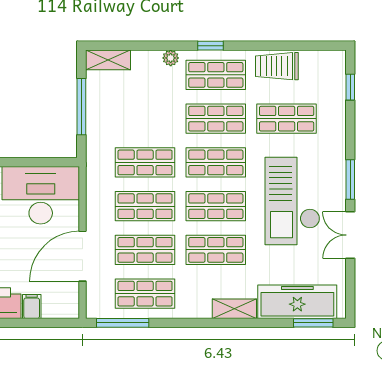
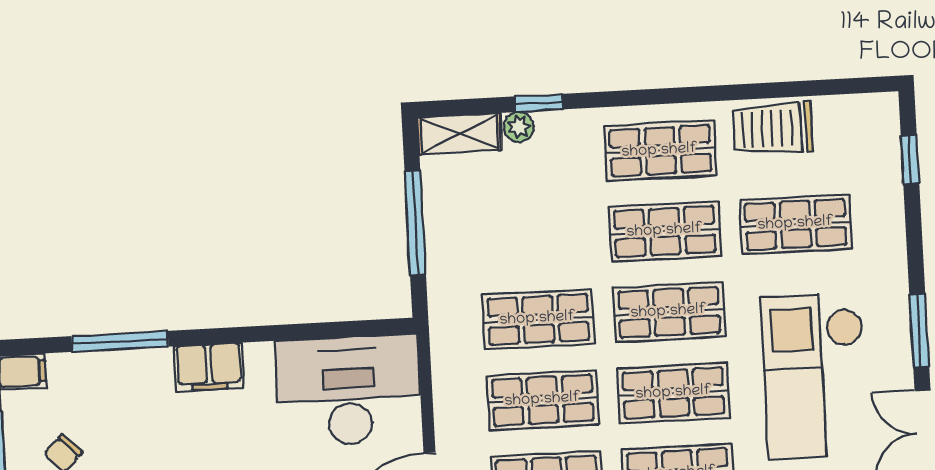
window: (211, 46) -> (539, 103), moved
plant: (171, 58) -> (519, 127), moved

